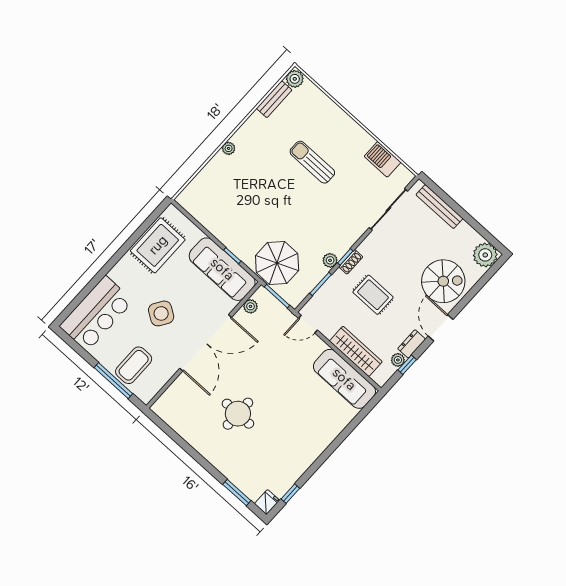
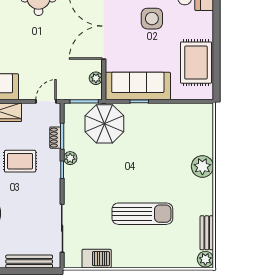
plant: (229, 148) -> (202, 166), width x1.88, depth x1.88
sun lounger: (312, 162) -> (142, 214), width x1.36, depth x1.34
shoe rack: (351, 262) -> (55, 138), moved
side table: (161, 313) -> (152, 19), turned -33

